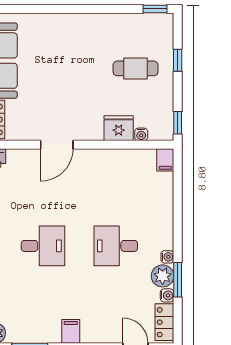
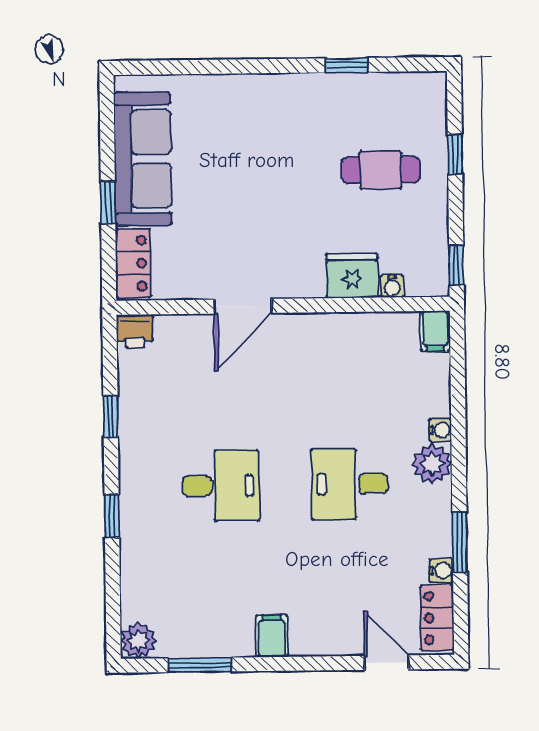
window: (155, 9) -> (347, 65), moved
water cooler: (167, 257) -> (440, 430), moved
plant: (163, 276) -> (432, 464), moved

